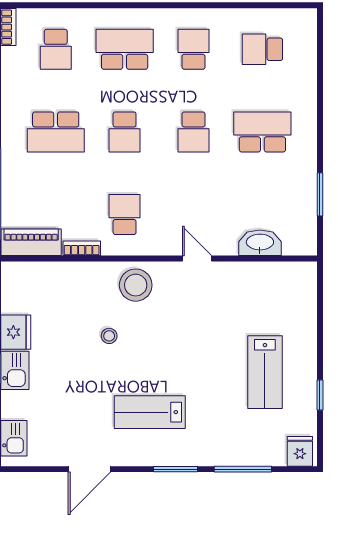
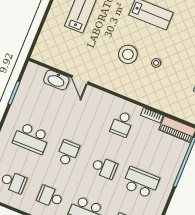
school desk: (193, 49) -> (50, 197), turned 90
school desk: (125, 132) -> (104, 168), turned 90
door: (197, 259) -> (80, 80), moved
stool: (136, 285) -> (128, 54), moved

